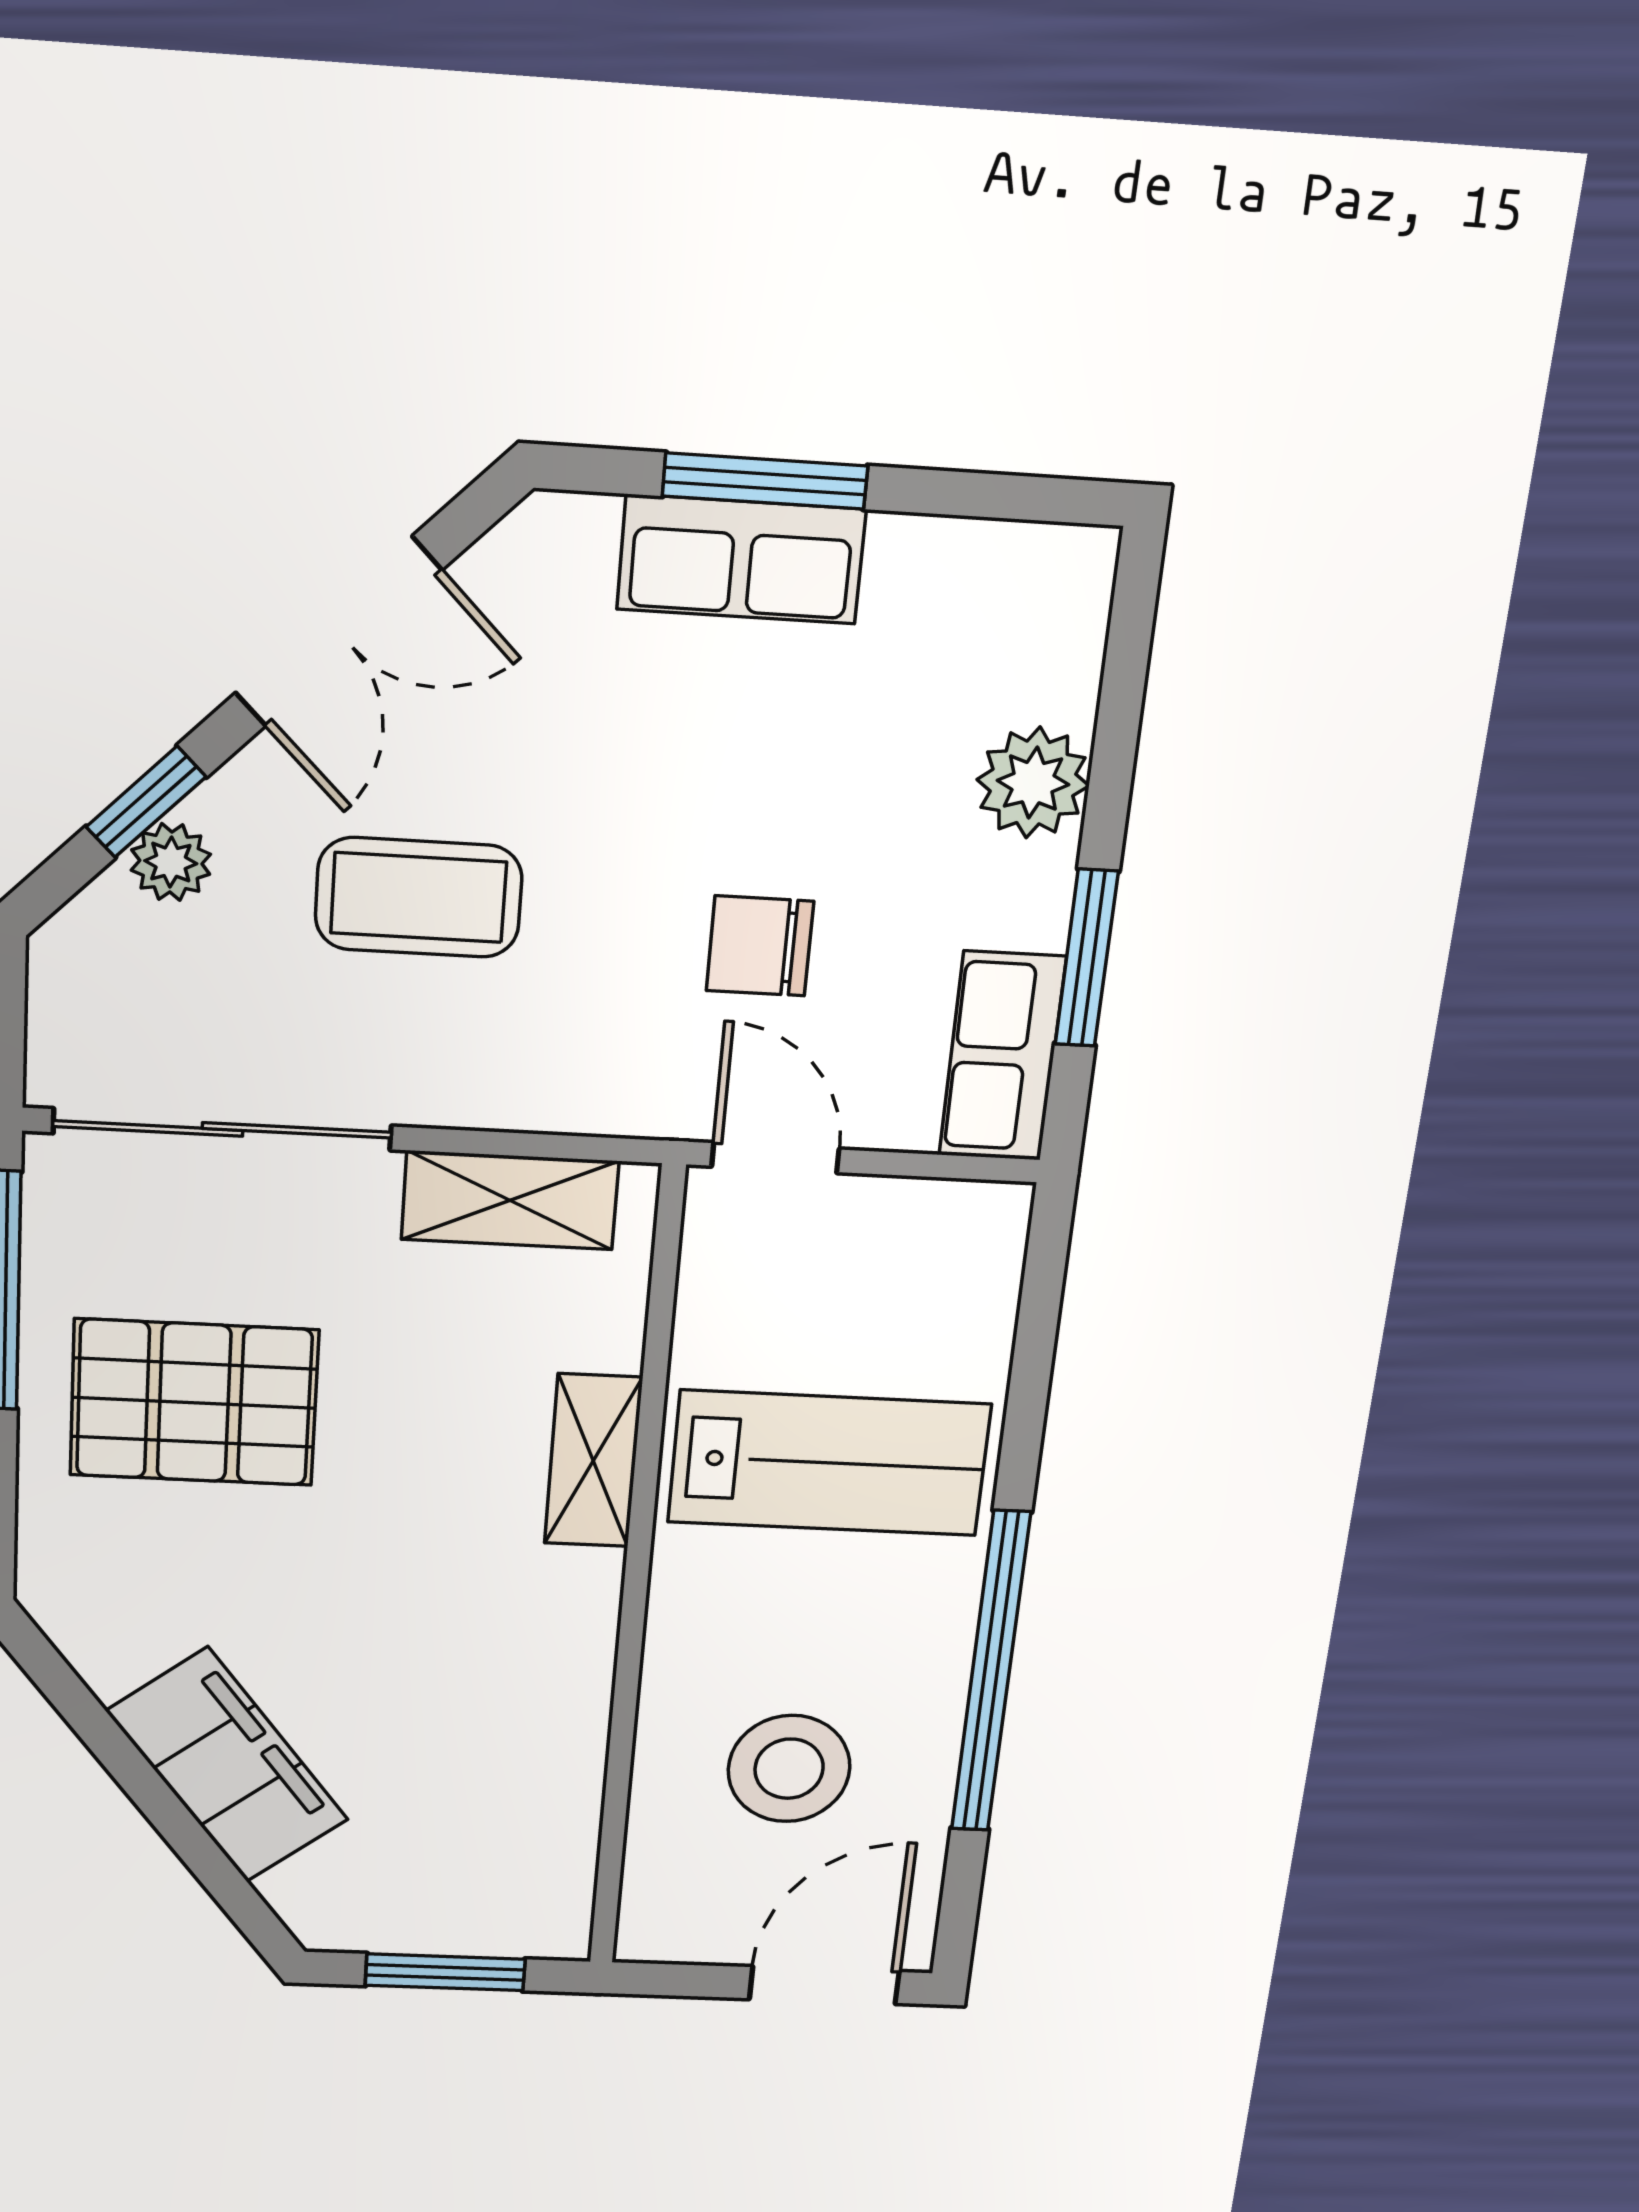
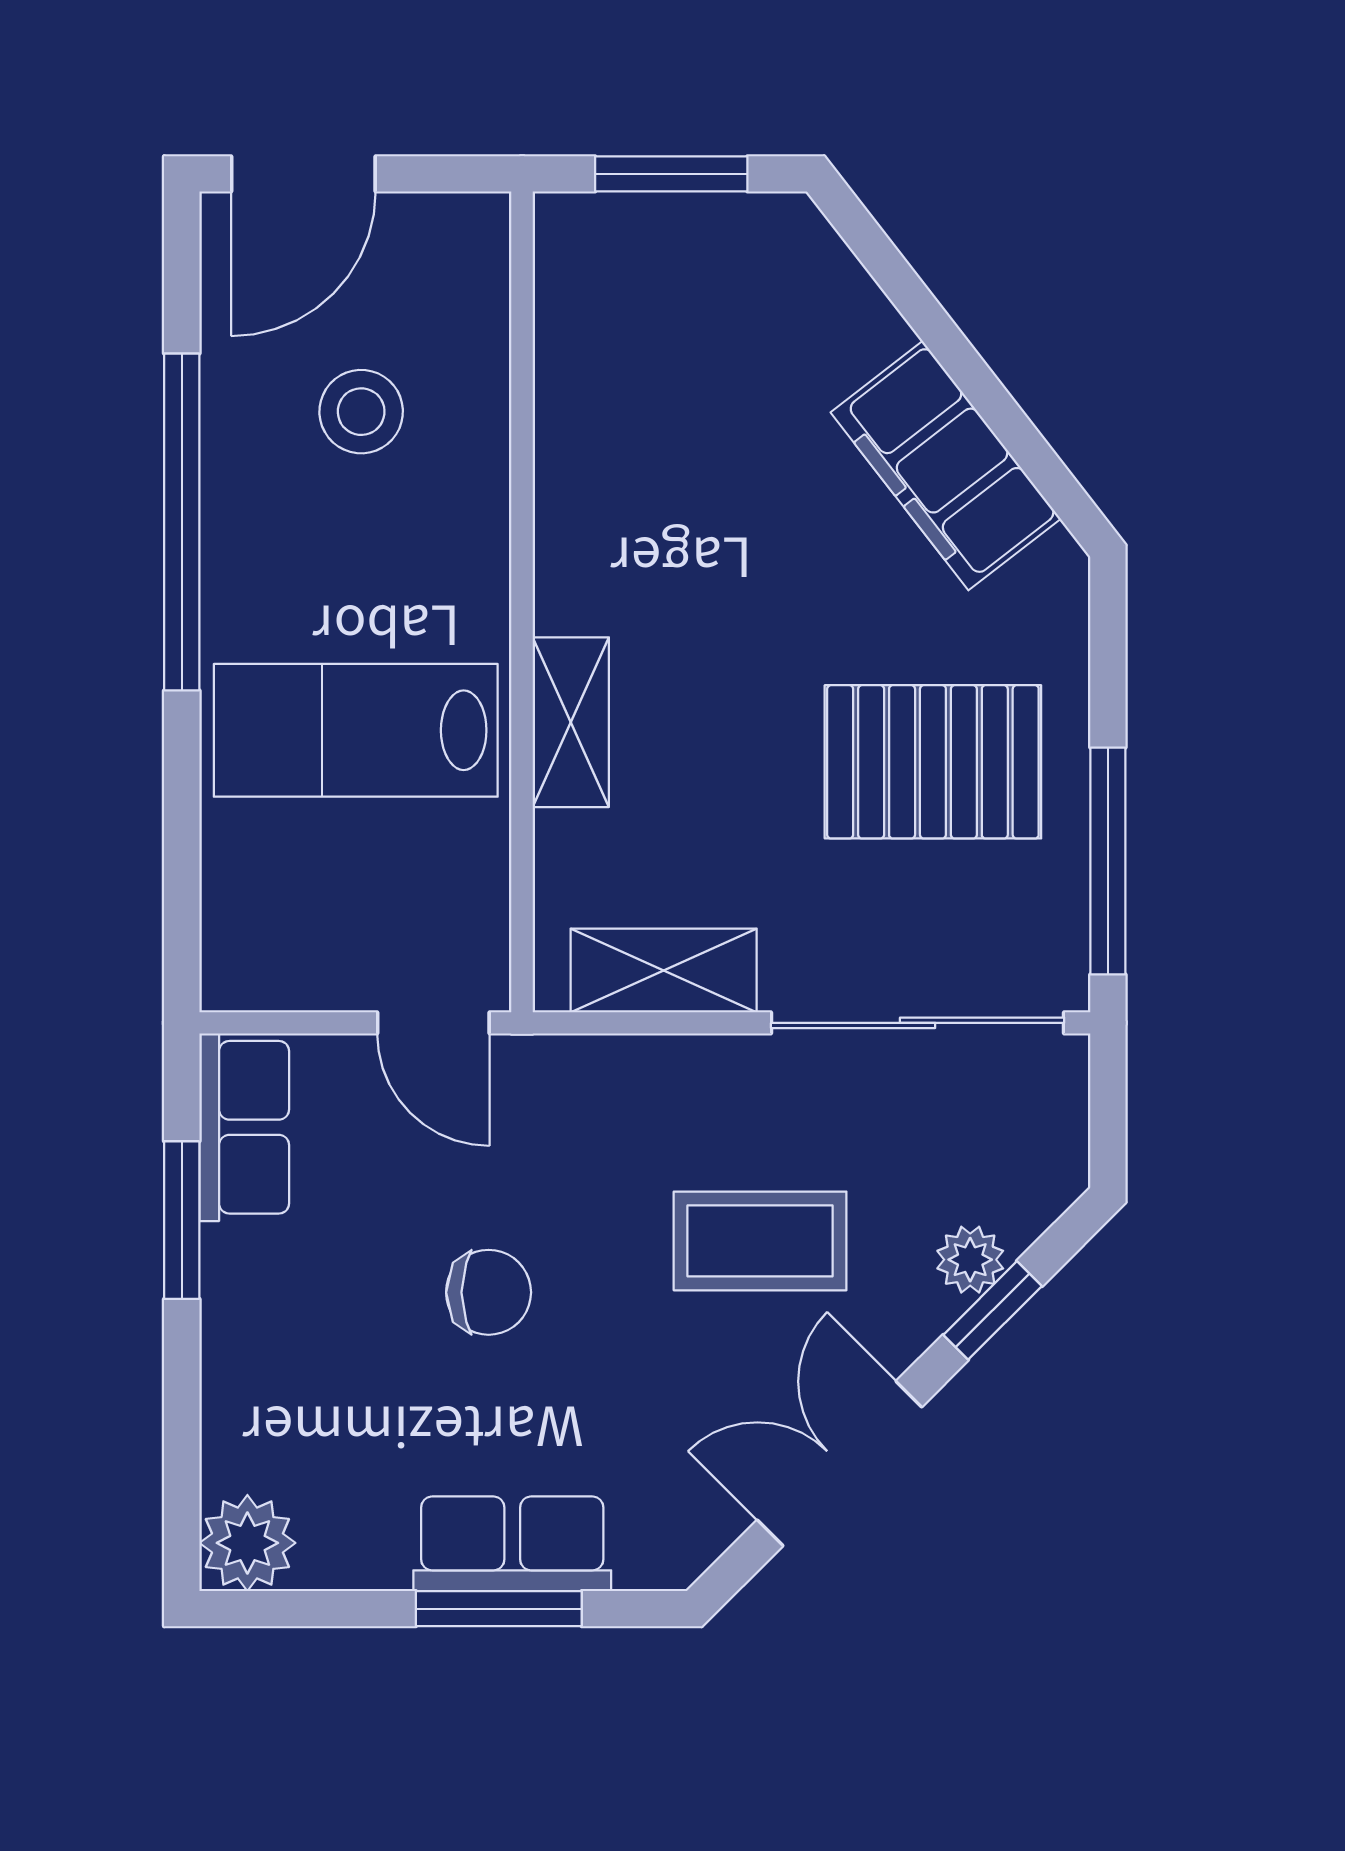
plant: (1033, 783) -> (247, 1543), moved
chair: (760, 946) -> (489, 1292), moved
filing cabinet: (228, 1765) -> (946, 466), moved
stool: (789, 1769) -> (361, 412), width x0.73, depth x0.73

